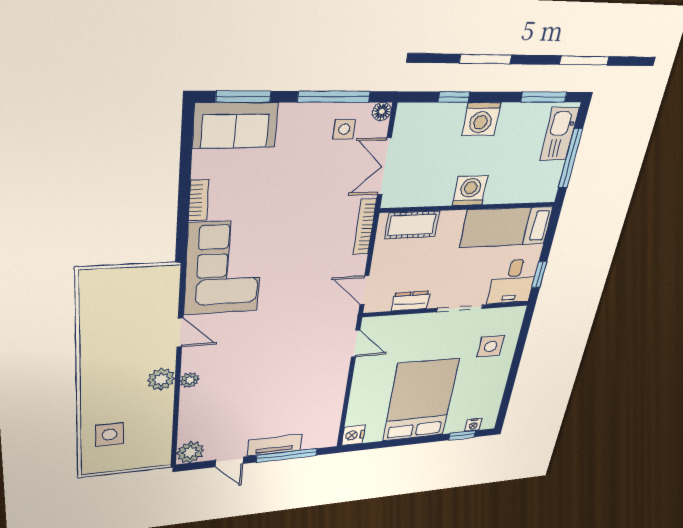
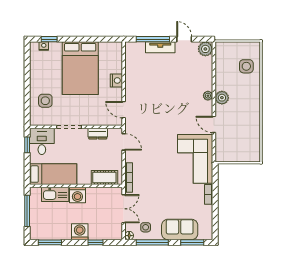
sofa: (235, 125) -> (180, 229), moved
kitchen sink: (559, 134) -> (55, 194), moved, turned 90
nightstand: (353, 435) -> (116, 80), moved

